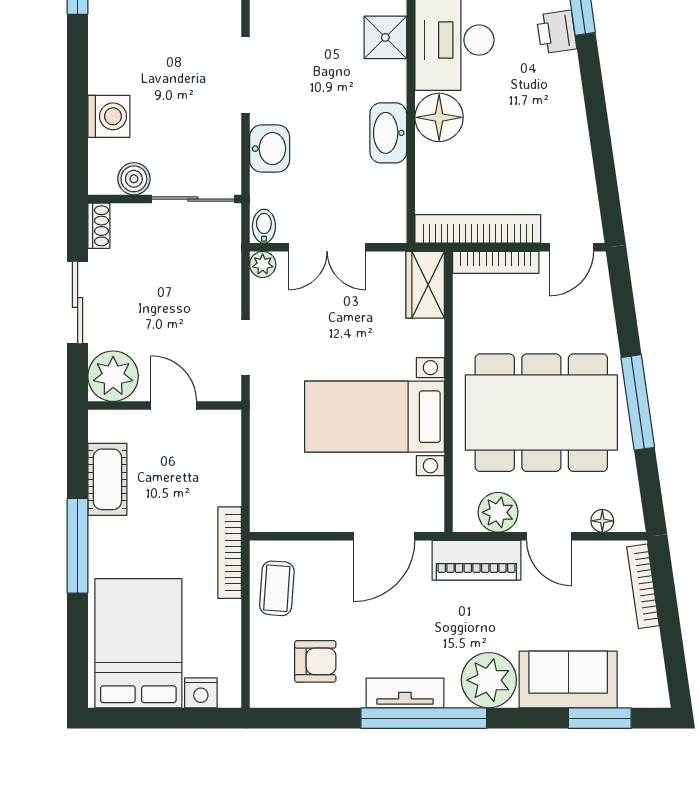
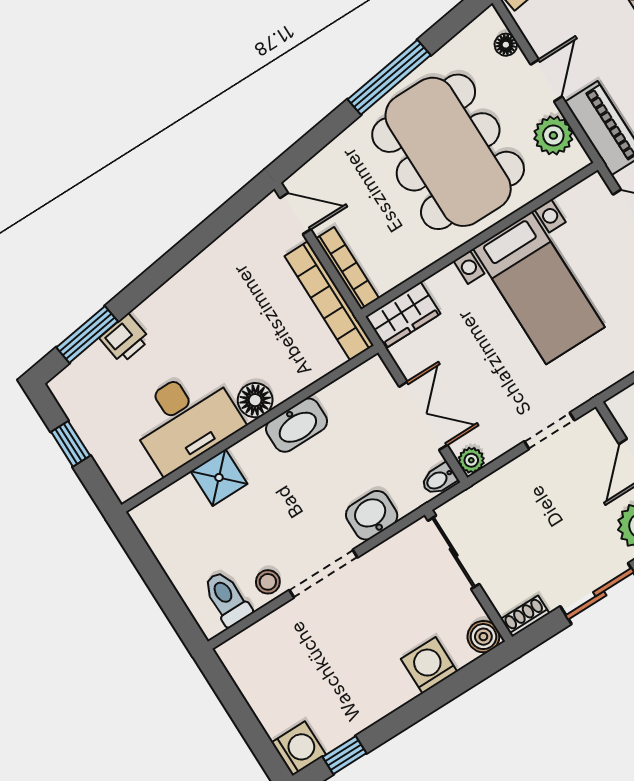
stool: (269, 23) -> (268, 582), added
floor lamp: (439, 117) -> (255, 400), width x0.73, depth x0.73
boiler: (134, 179) -> (483, 637), moved

